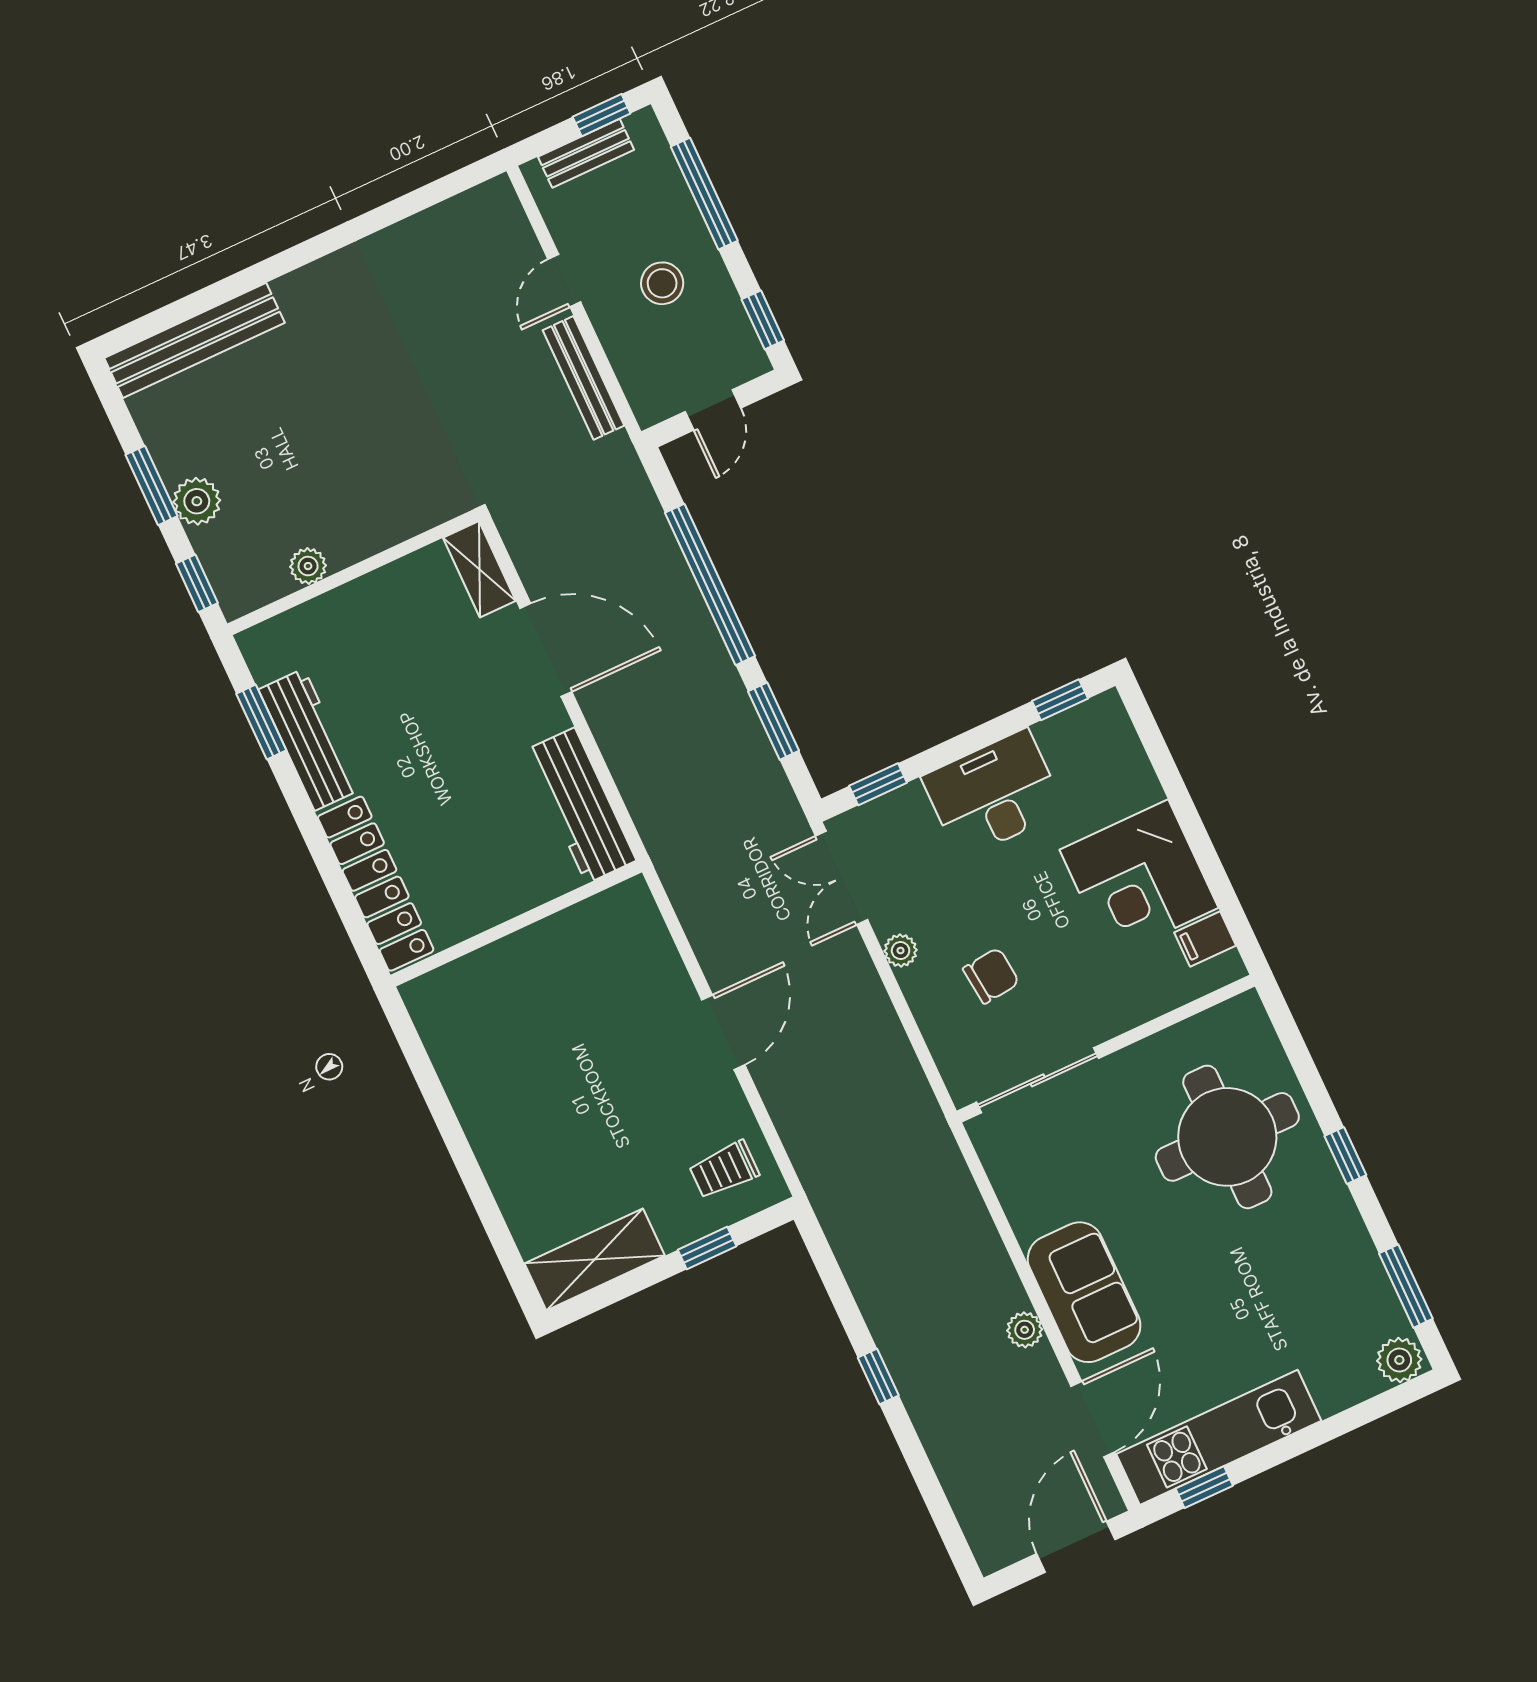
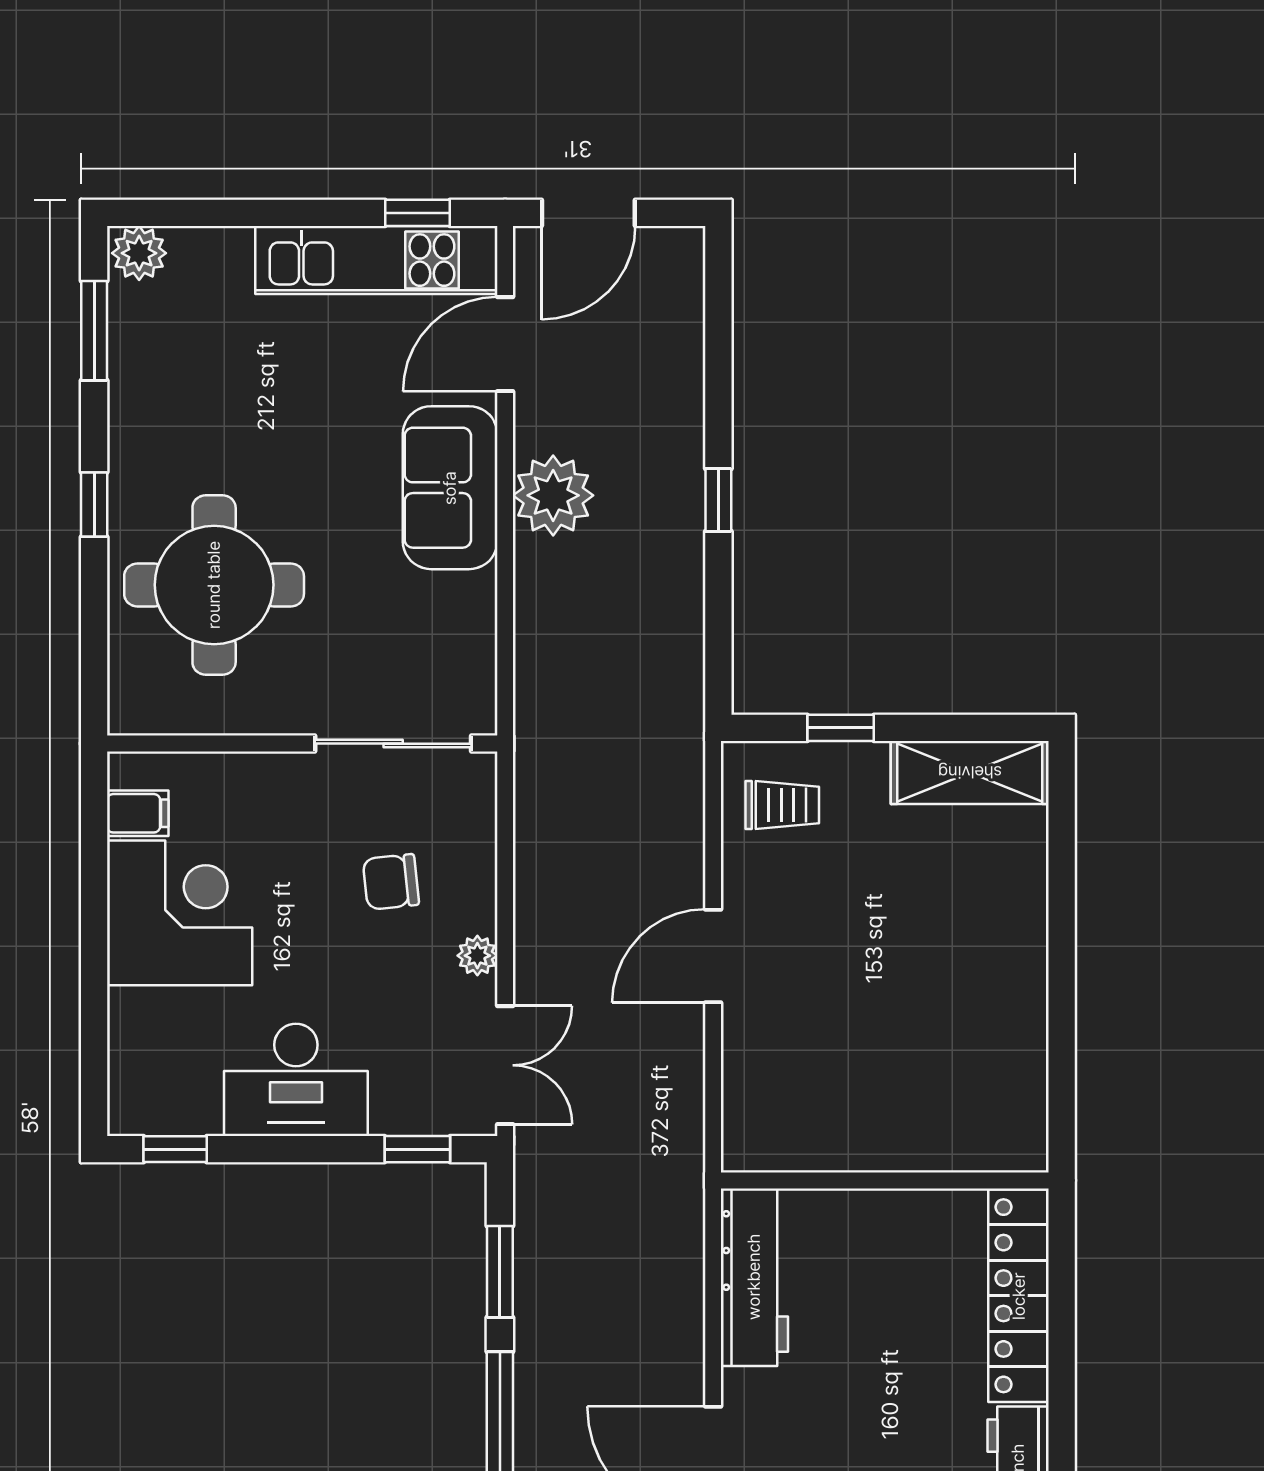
plant: (1025, 1330) -> (553, 495), width x1.87, depth x1.87

